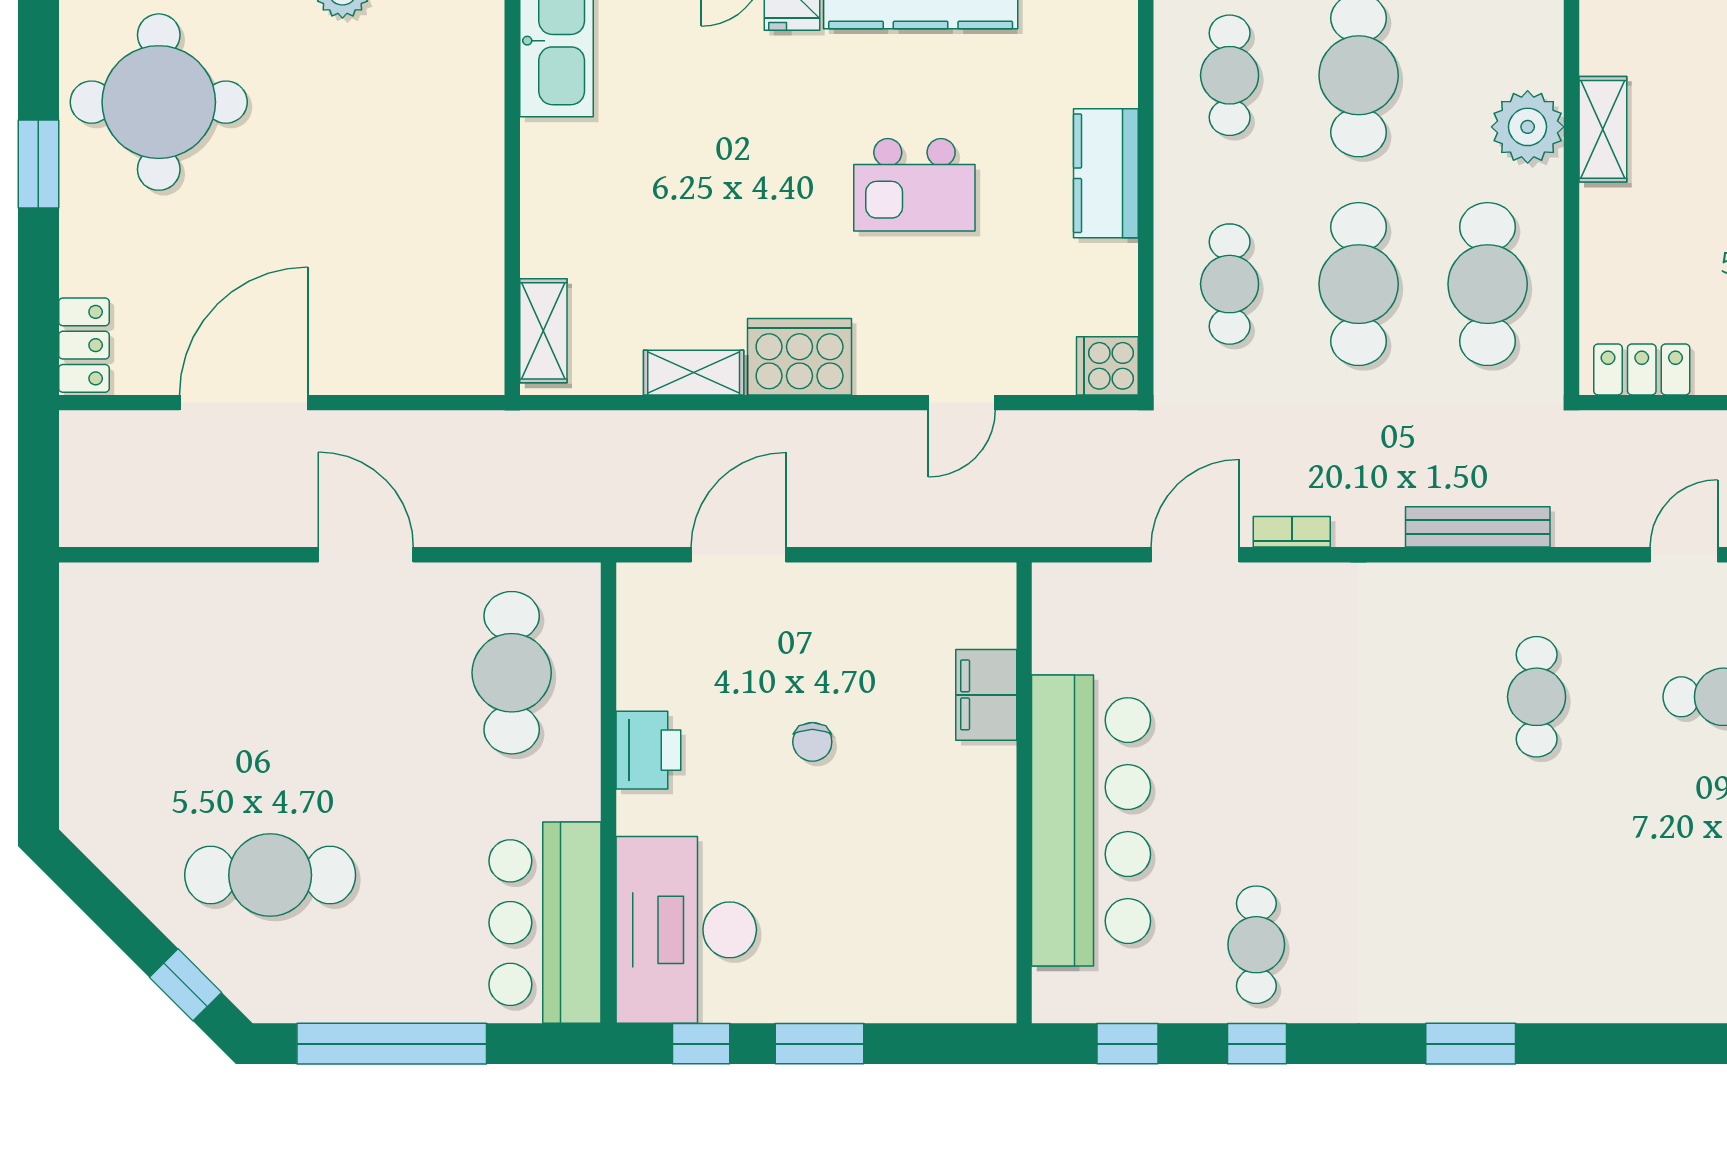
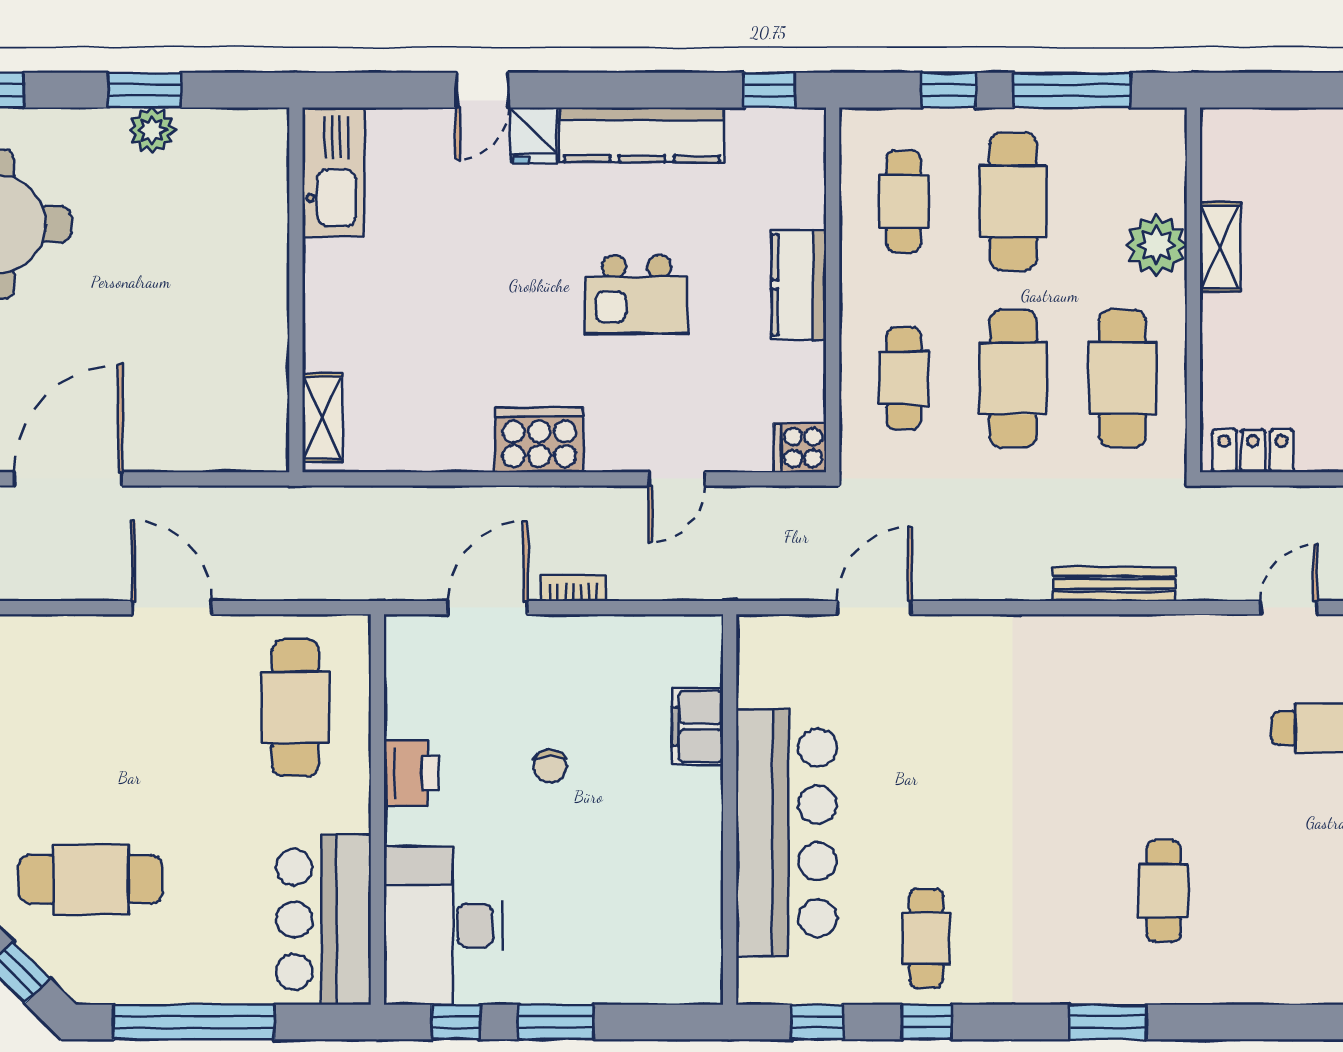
shelving: (694, 373) -> (449, 453), removed
bookcase: (1292, 532) -> (573, 588), moved
cafe table: (1537, 697) -> (1164, 891), moved

